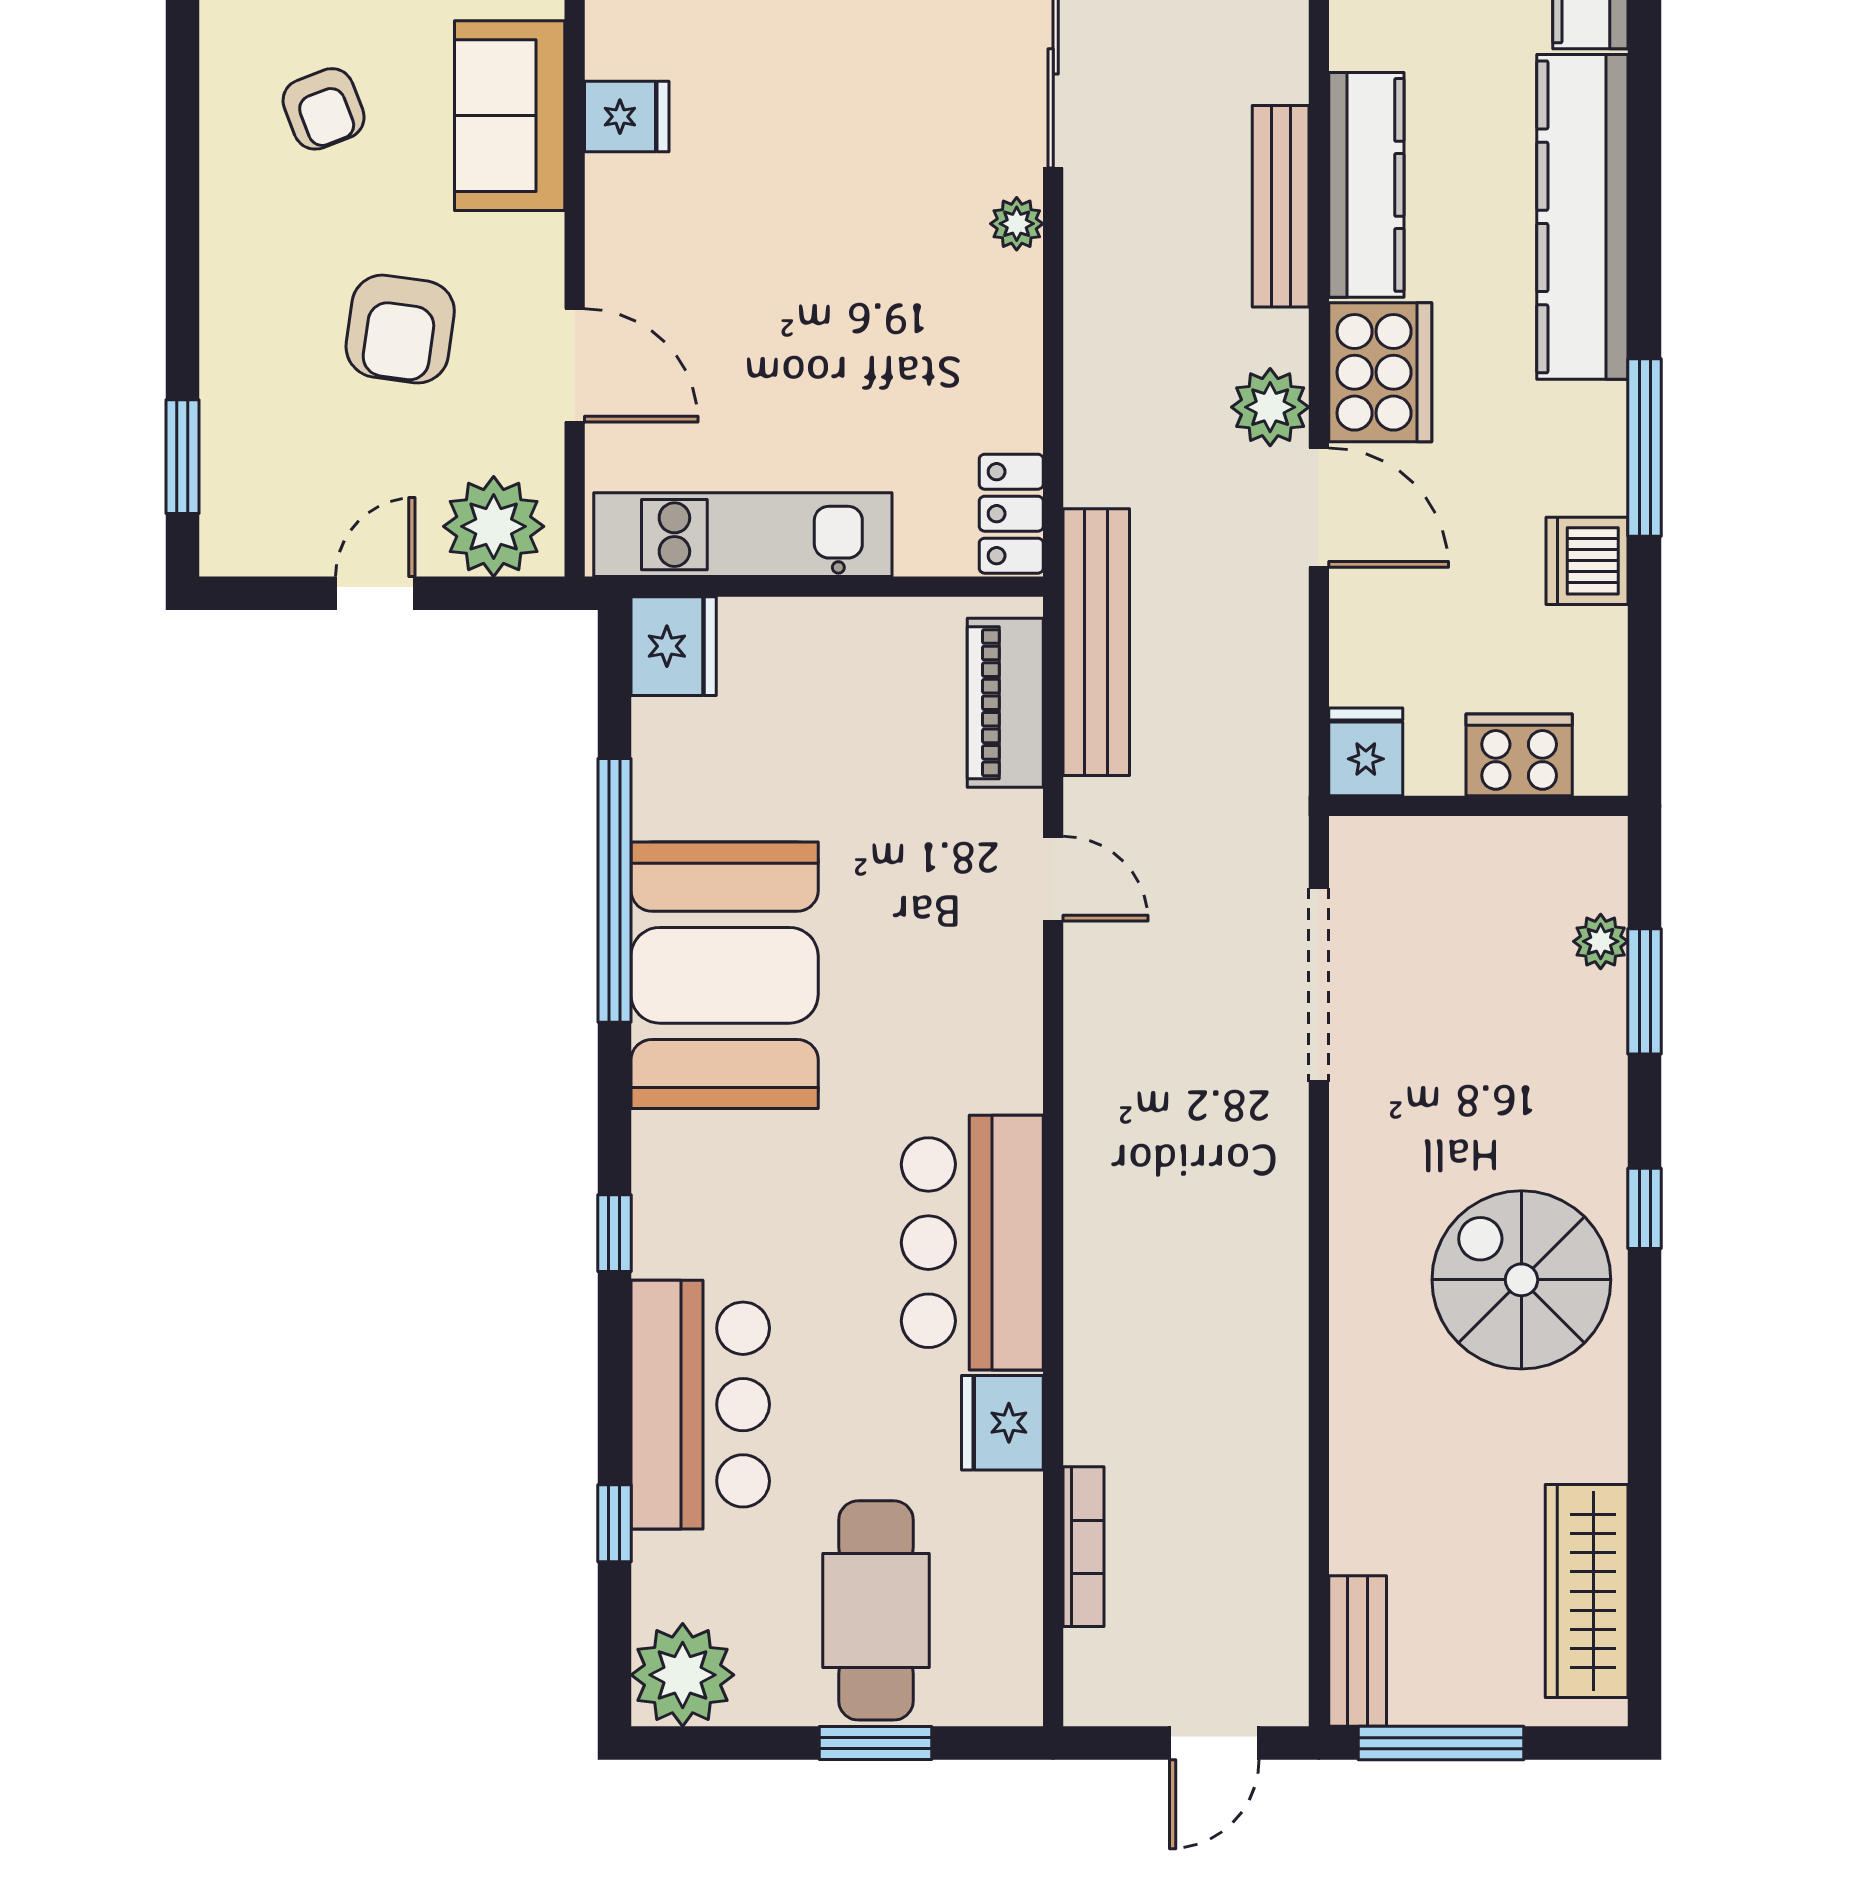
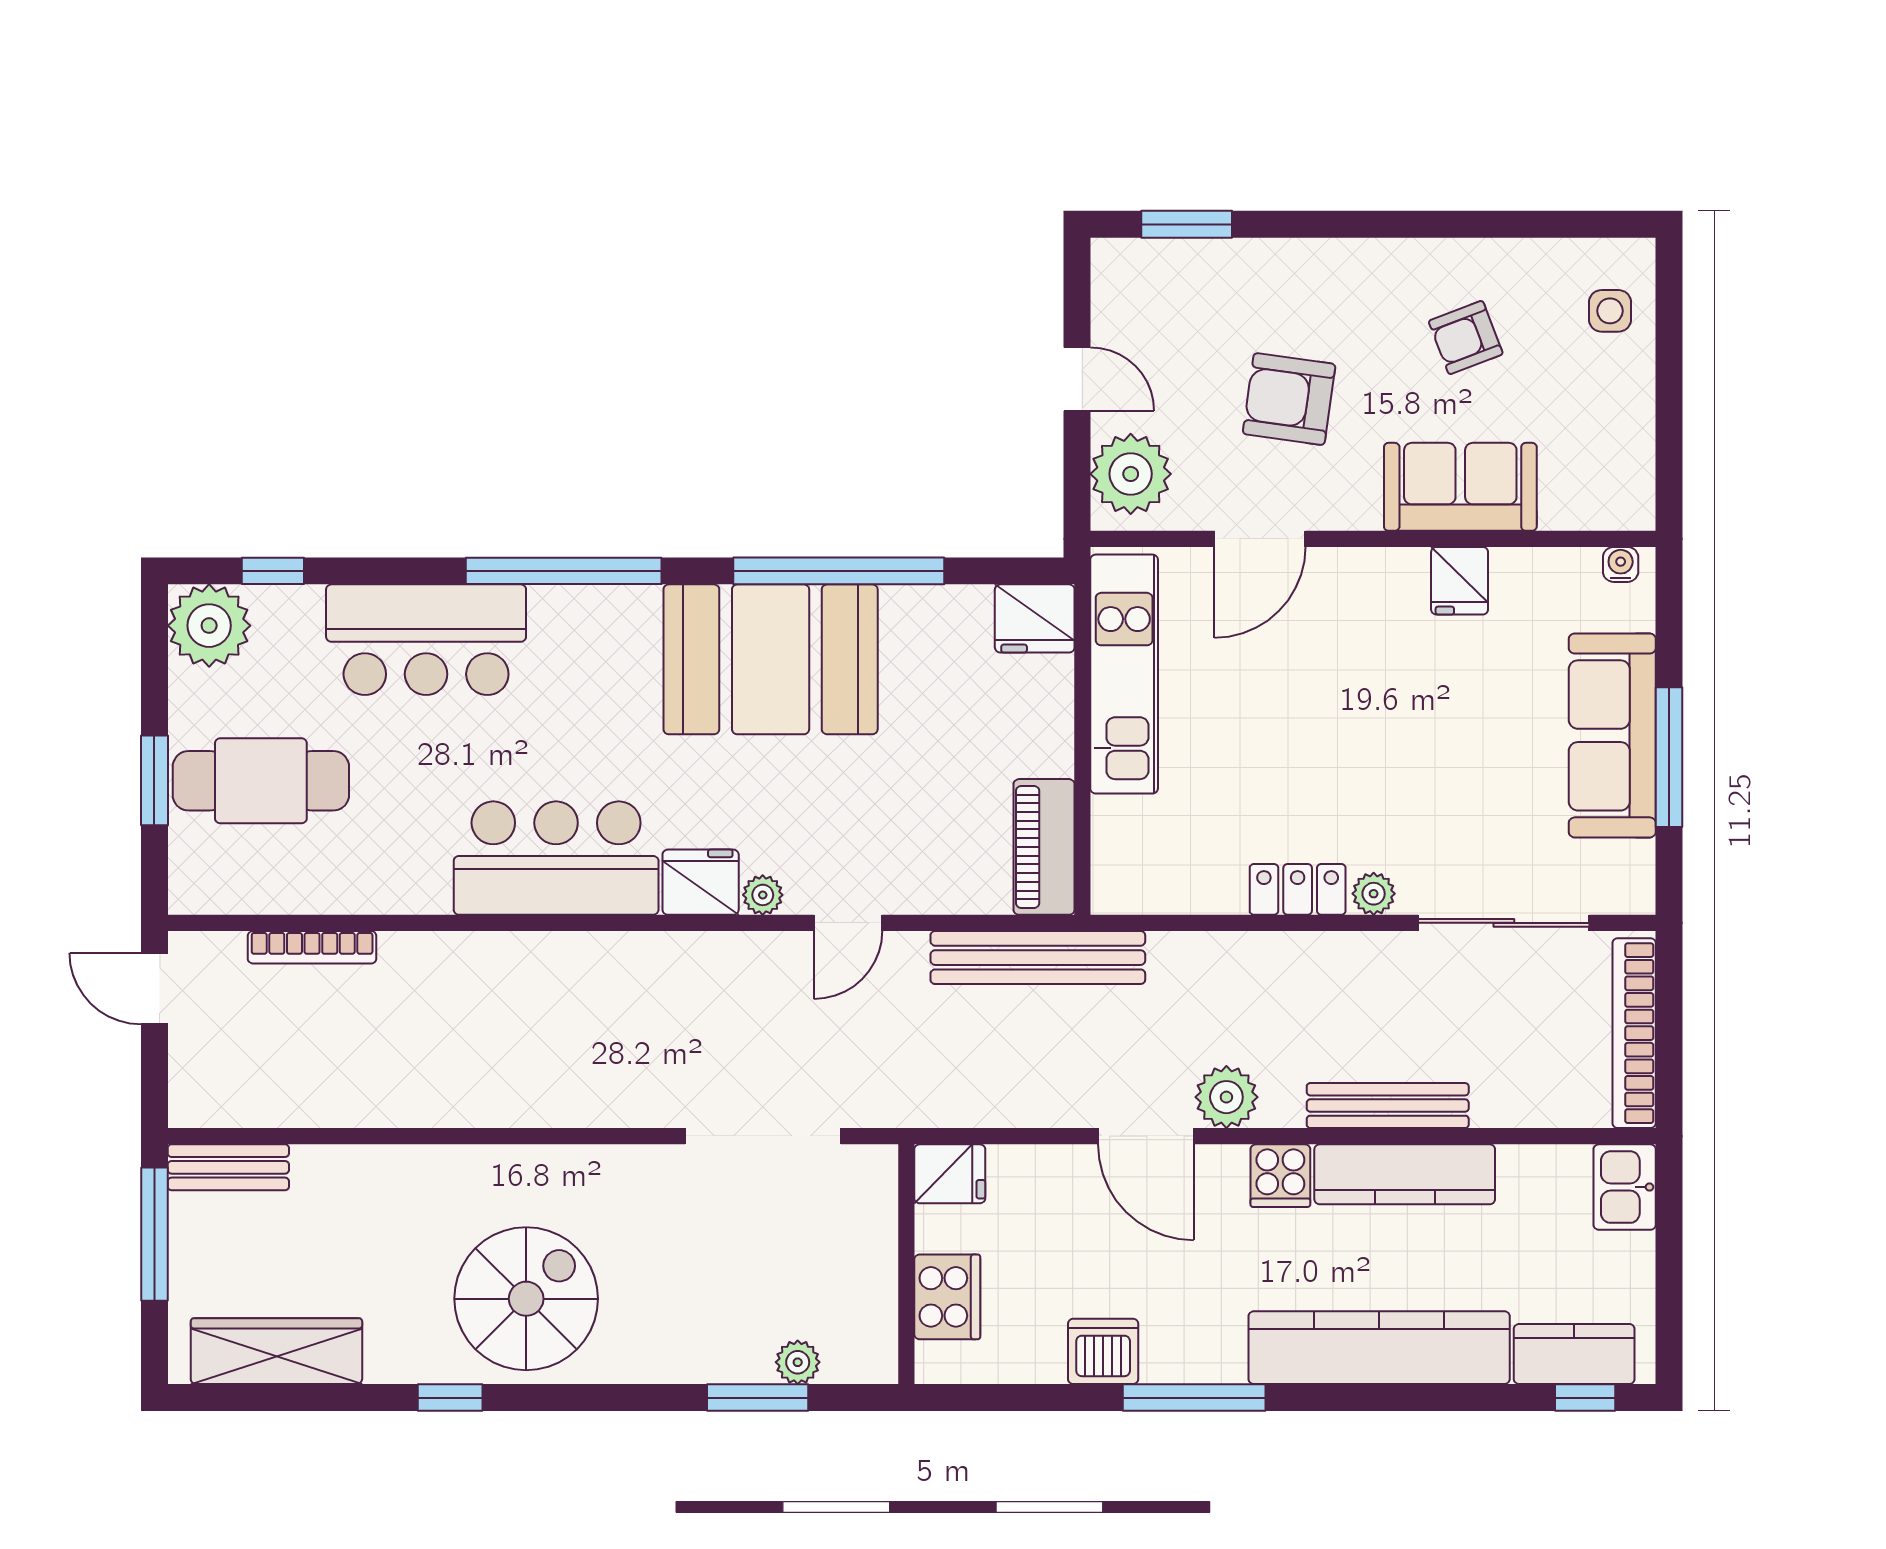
cooker: (1380, 372) -> (1280, 1176), width x0.53, depth x0.76
door: (1319, 508) -> (1146, 1136), hinge flipped
locker: (1011, 514) -> (1298, 889), moved
piano: (1005, 703) -> (1044, 847), moved, turned -90
plant: (1018, 985) -> (763, 895), added
window: (1645, 1208) -> (450, 1398), moved
window: (614, 1233) -> (564, 571), width x3.17
fridge: (1002, 1423) -> (701, 882), moved
window: (614, 1523) -> (273, 571), moved
door: (1214, 1743) -> (154, 989), moved

